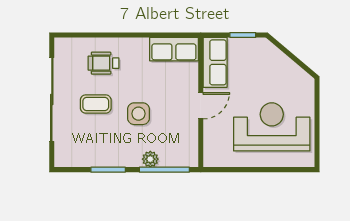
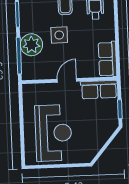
door: (201, 106) -> (67, 80), swing flipped
plant: (150, 159) -> (31, 45), width x1.87, depth x1.87

